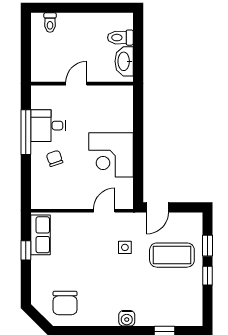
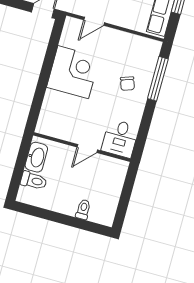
toilet: (50, 23) -> (83, 209), moved
desk: (48, 126) -> (120, 138), moved, turned 90
window: (26, 132) -> (158, 79), moved

